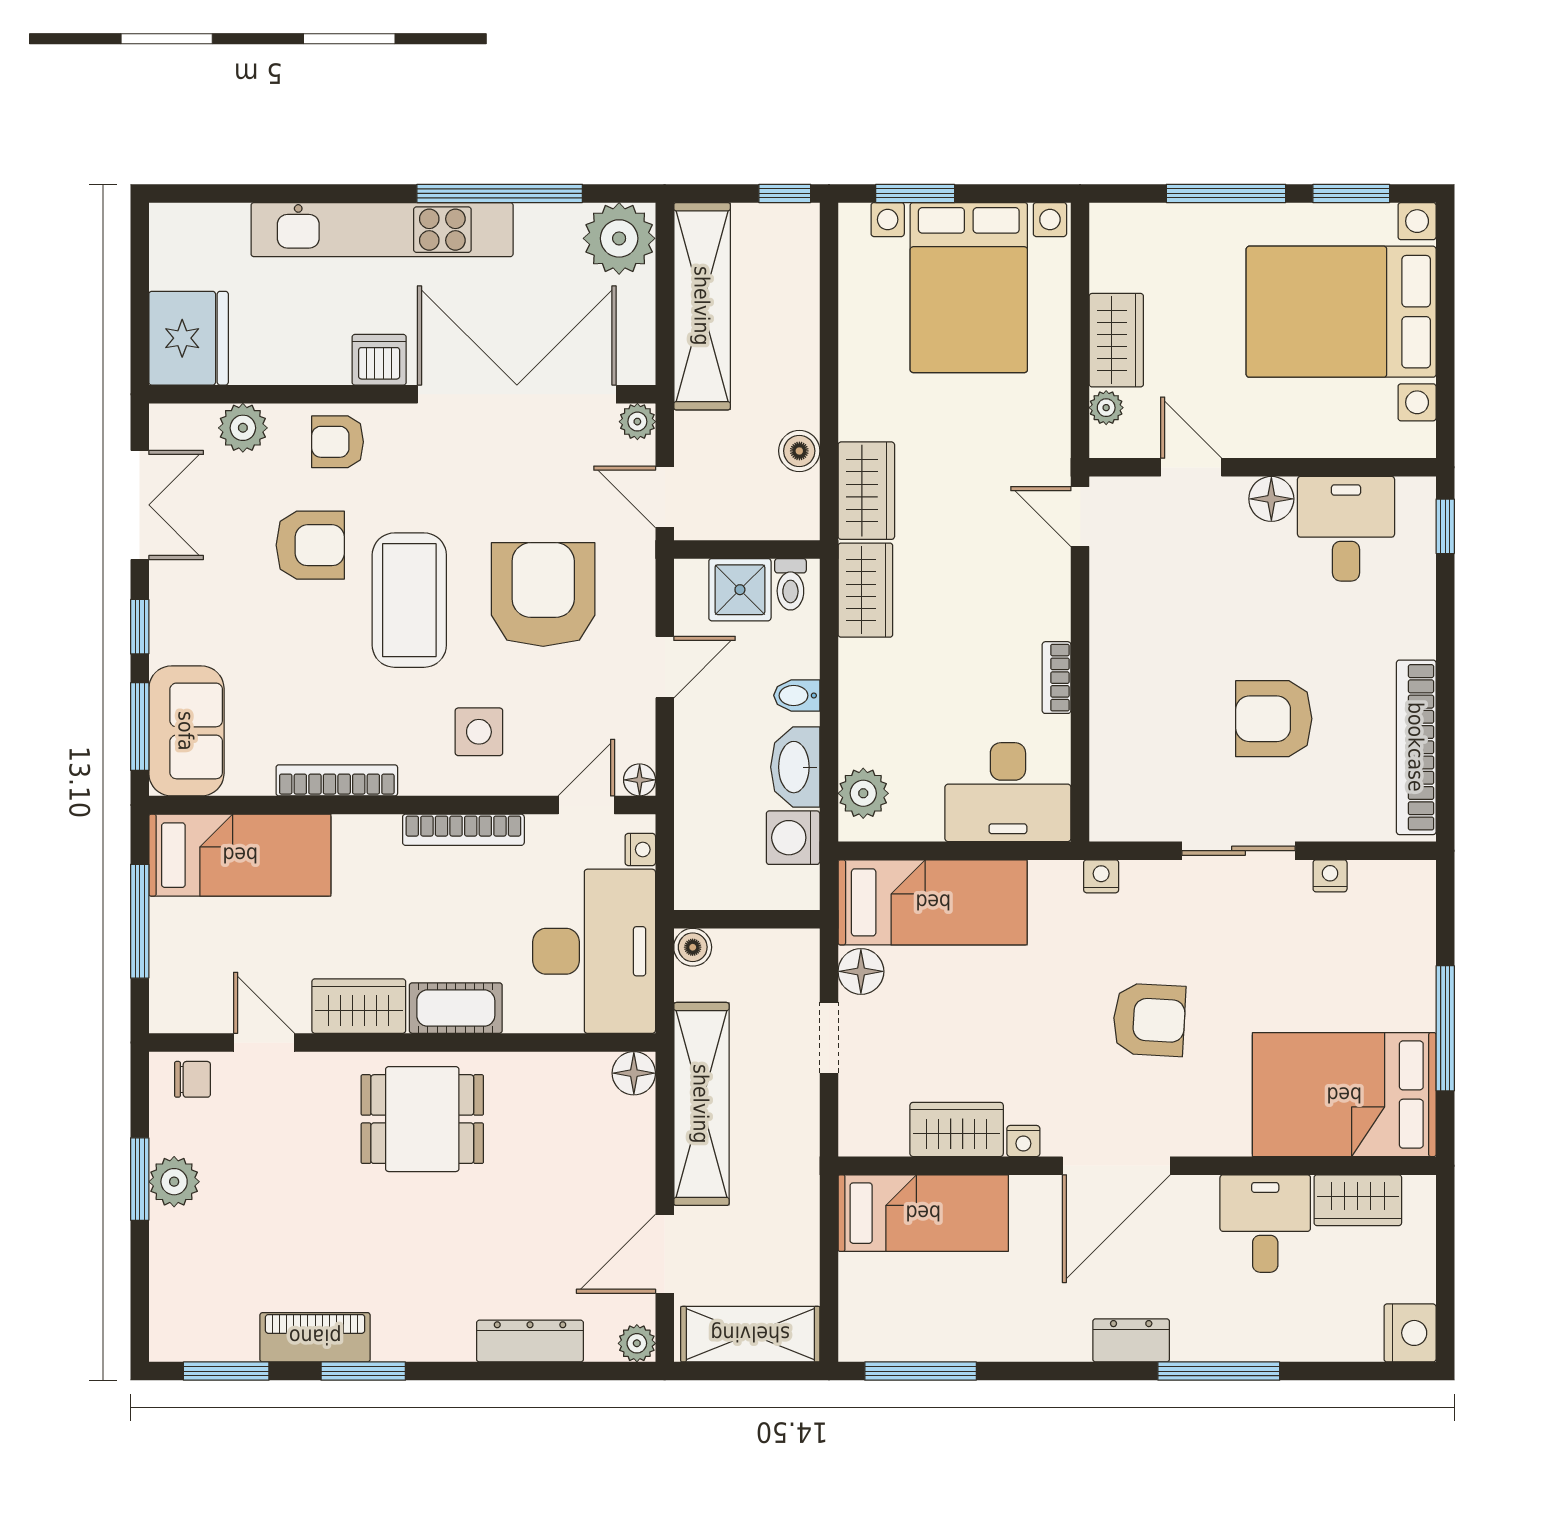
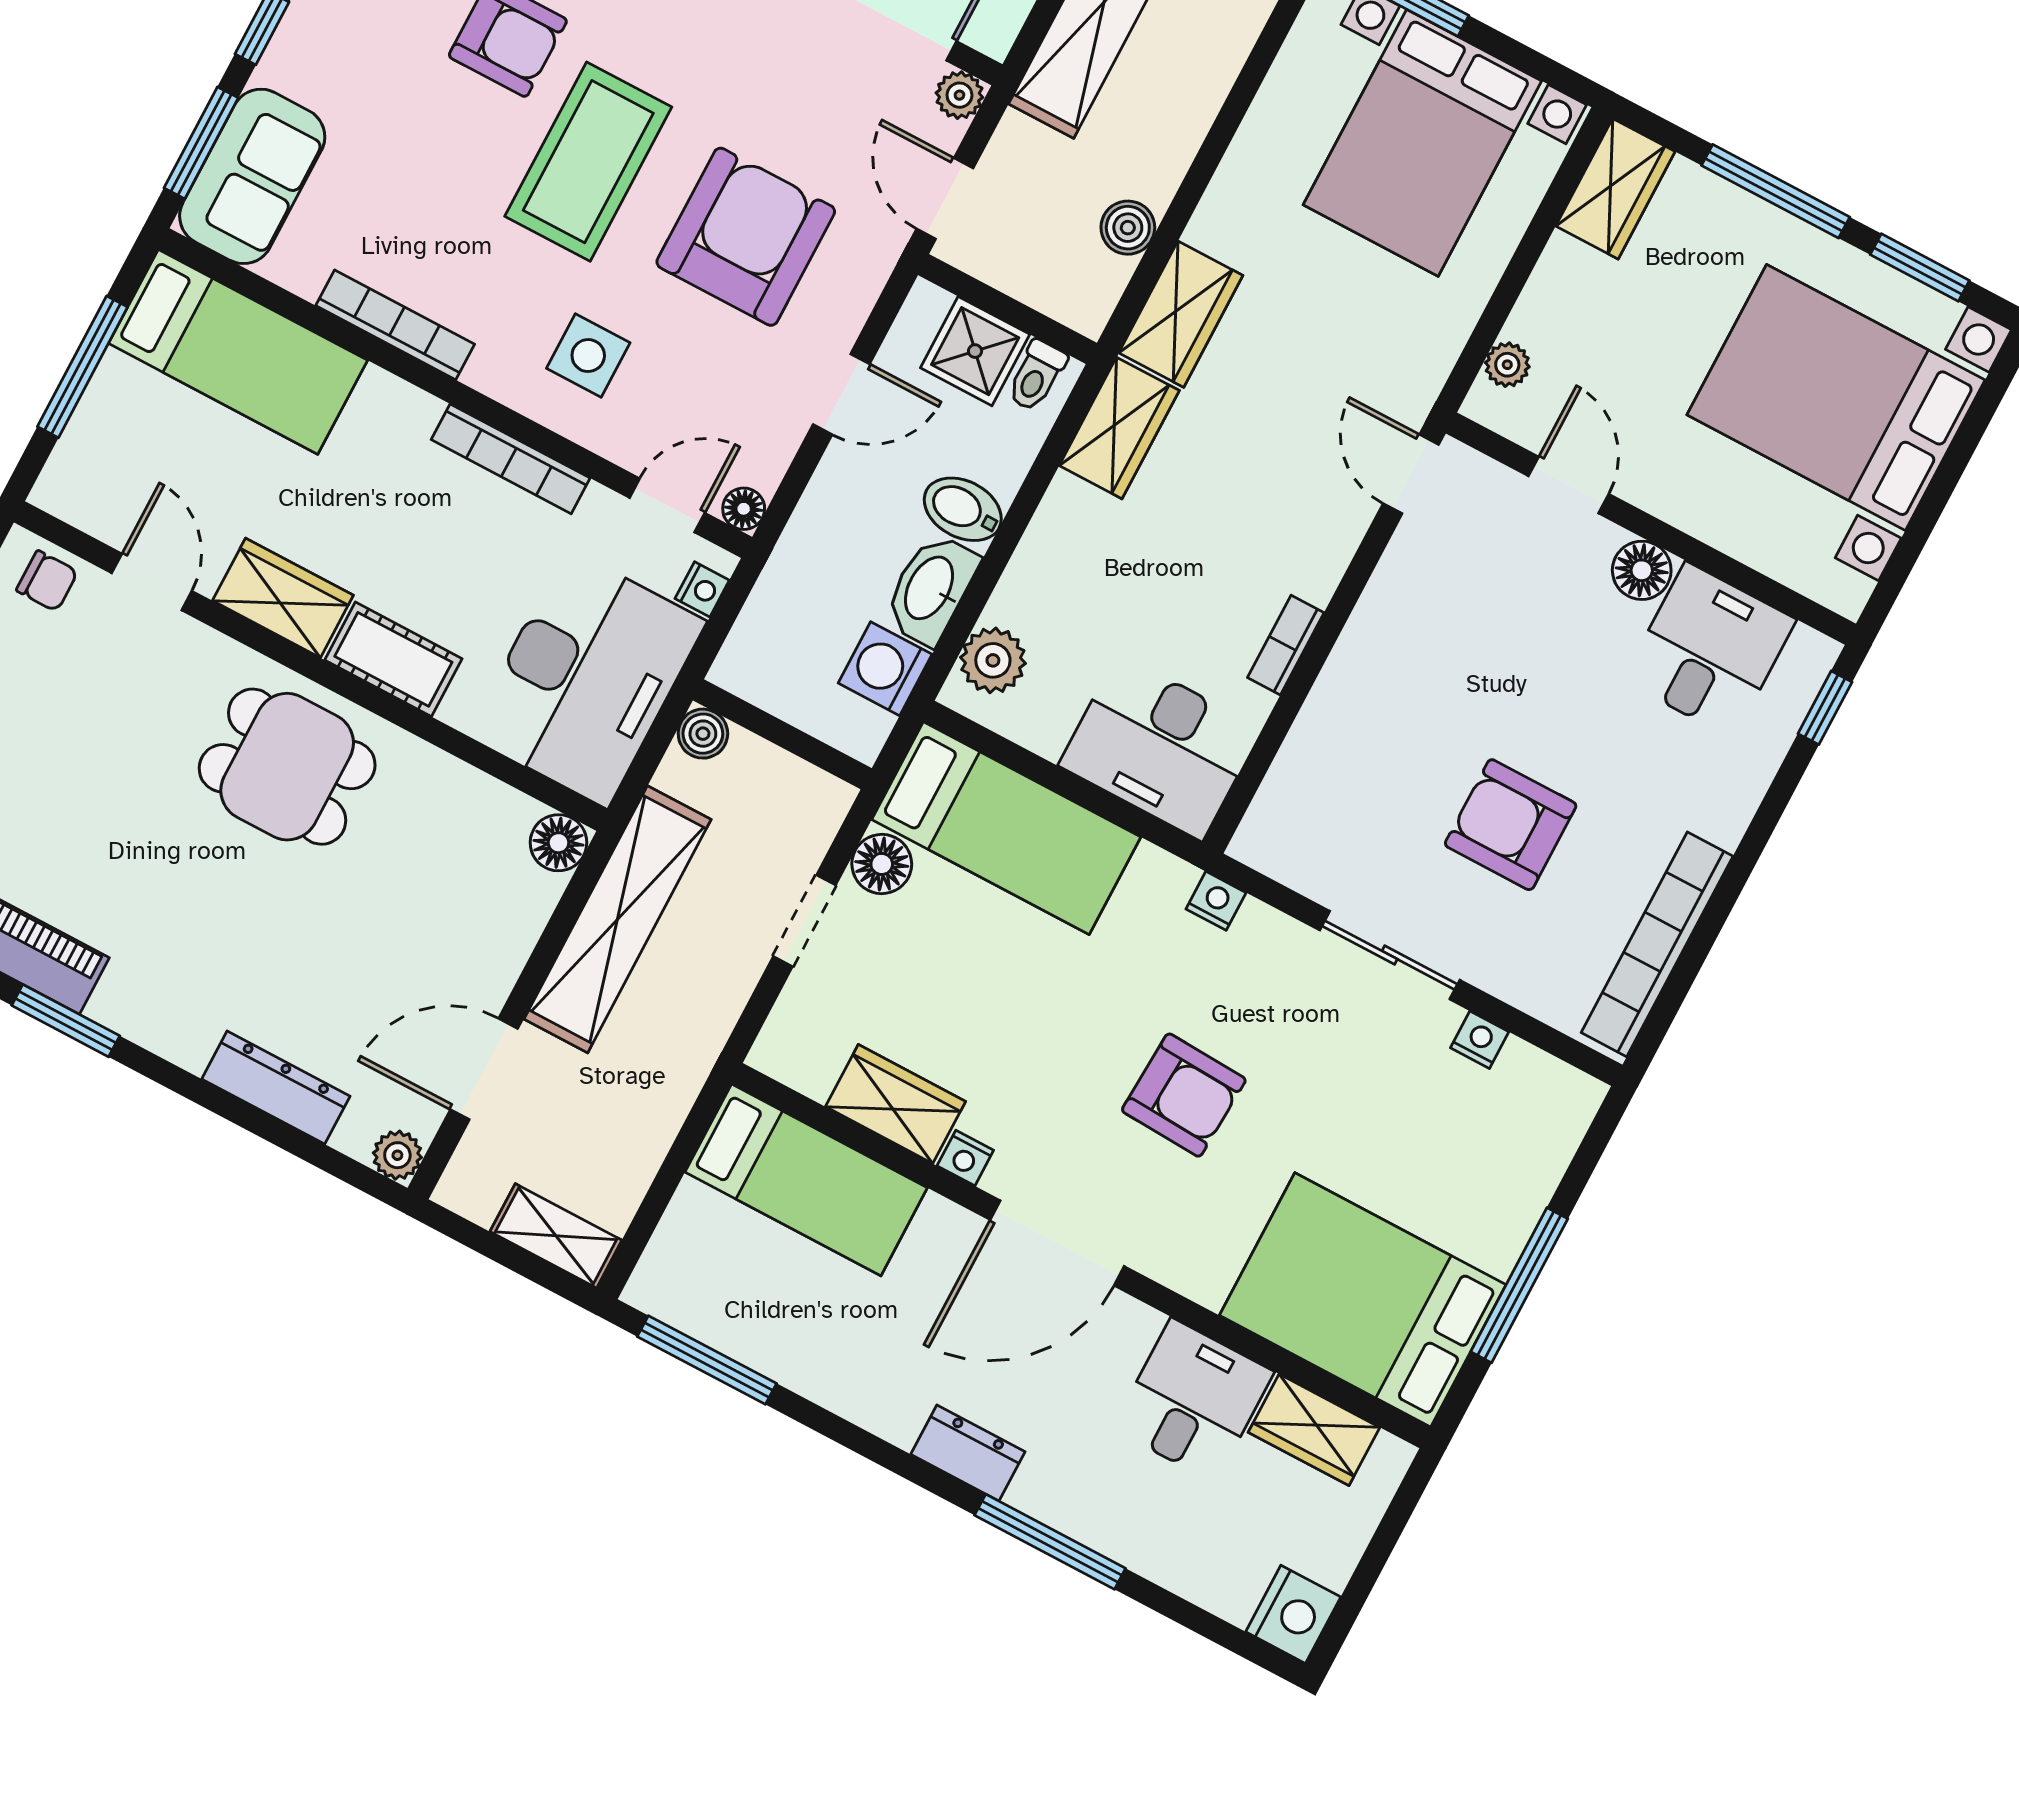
wardrobe: (1116, 340) -> (1615, 189), moved
bidet: (797, 695) -> (963, 509), width x1.38, depth x1.36
shelving: (750, 1334) -> (556, 1236), width x0.67, depth x0.75

